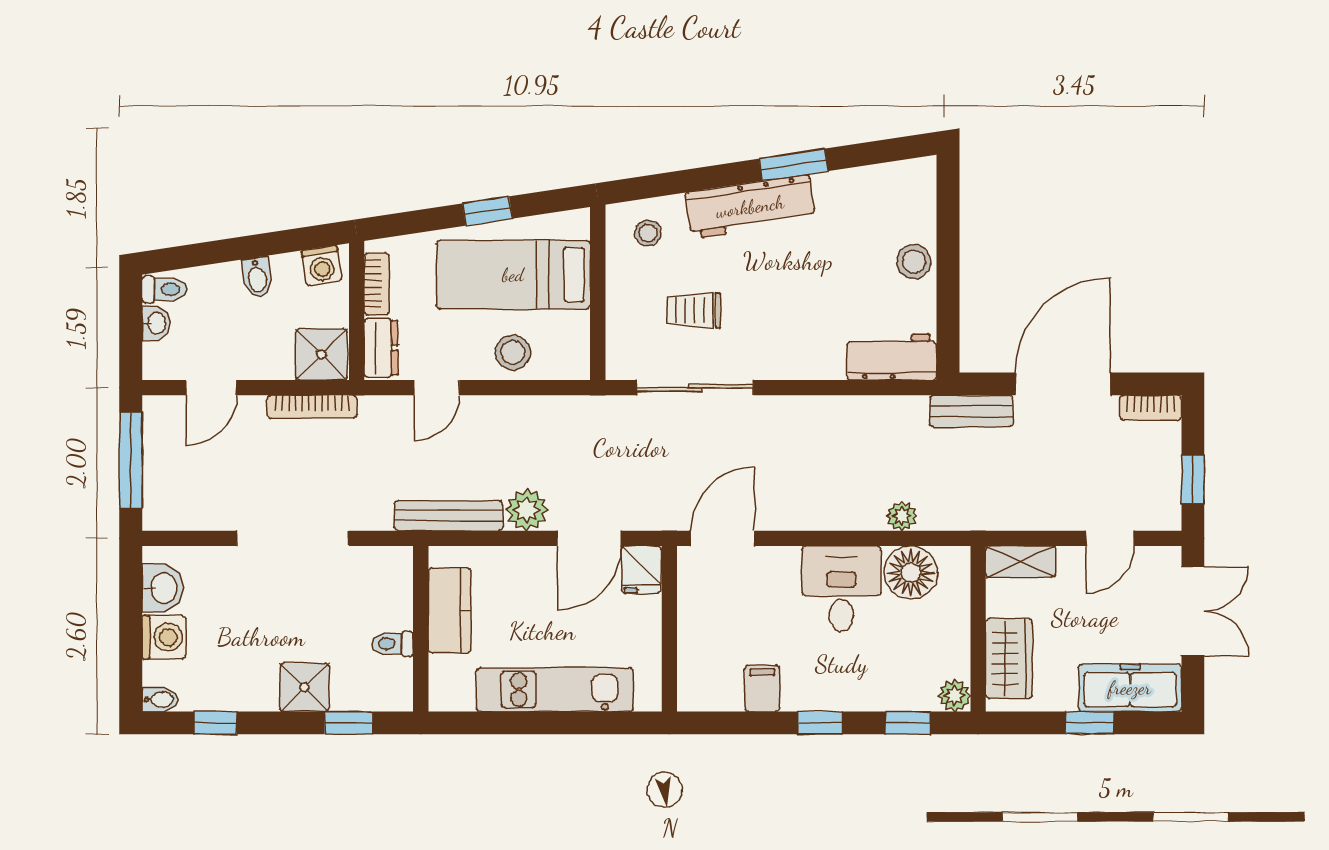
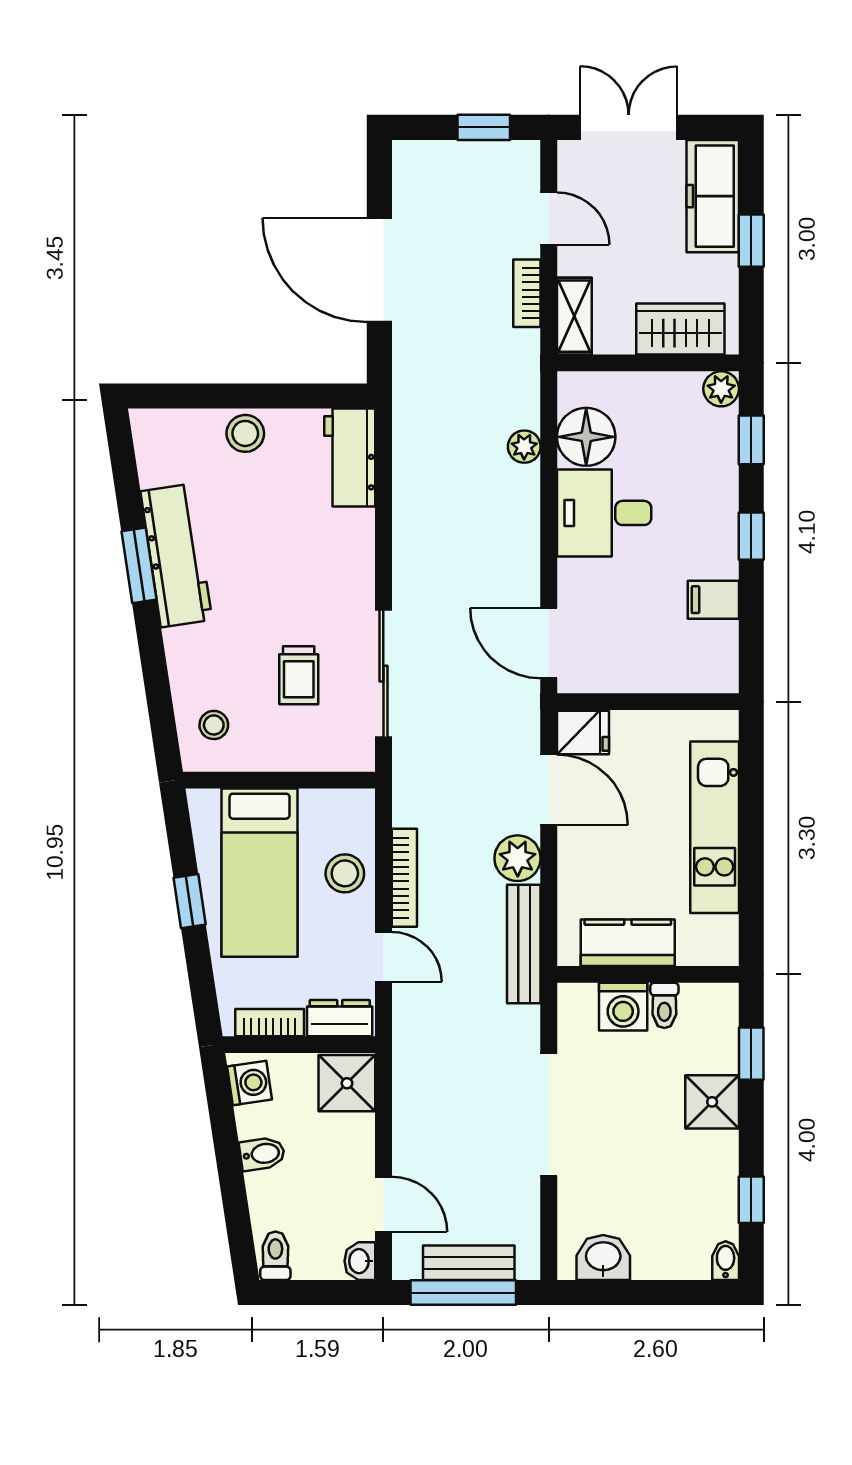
workbench: (750, 207) -> (176, 556), moved
washbasin: (156, 323) -> (360, 1261), moved, turned -90
bookcase: (312, 407) -> (404, 878), moved
bookcase: (1151, 408) -> (527, 293), moved, turned 180
bench: (971, 411) -> (469, 1263), moved, turned 90
washing machine: (164, 637) -> (623, 1007), moved, turned 180

